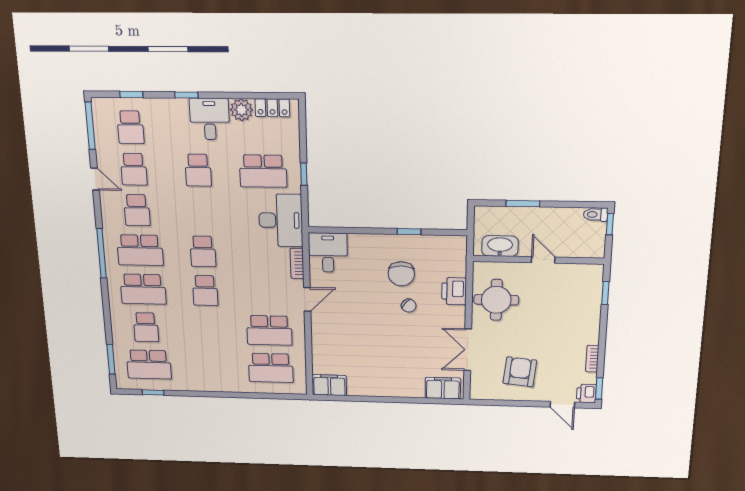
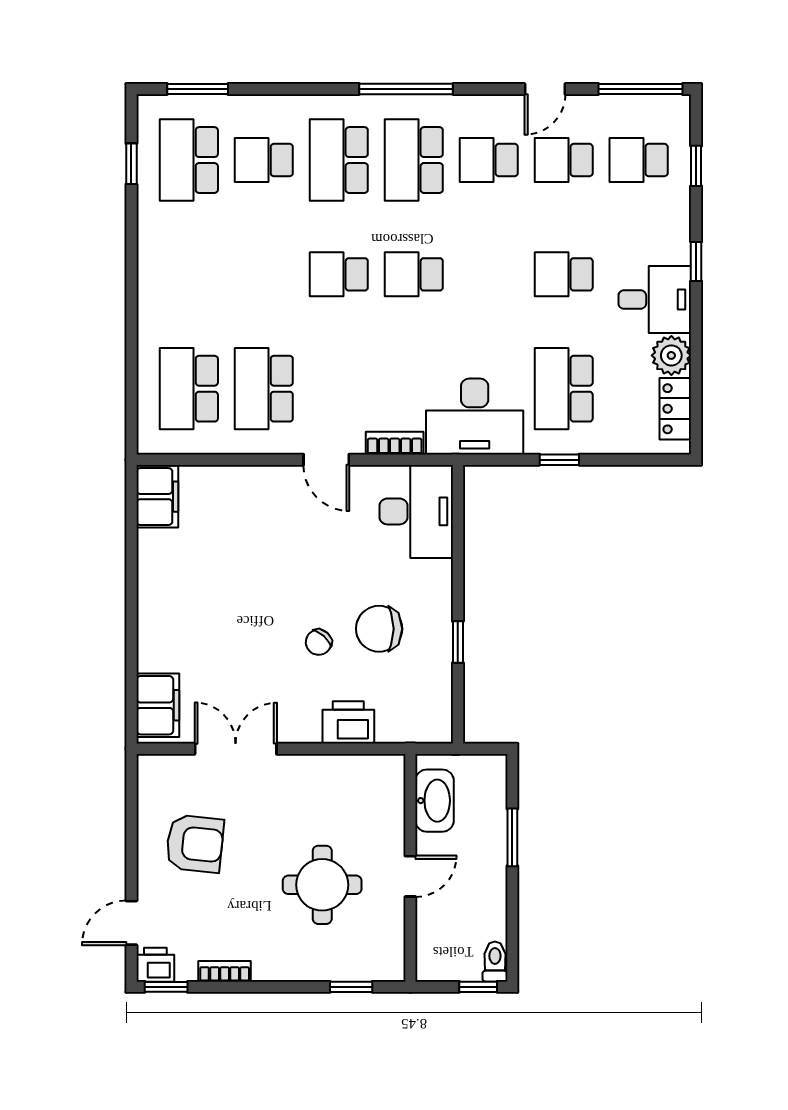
desk: (328, 253) -> (416, 511), width x1.37
round table: (496, 300) -> (322, 885), moved

